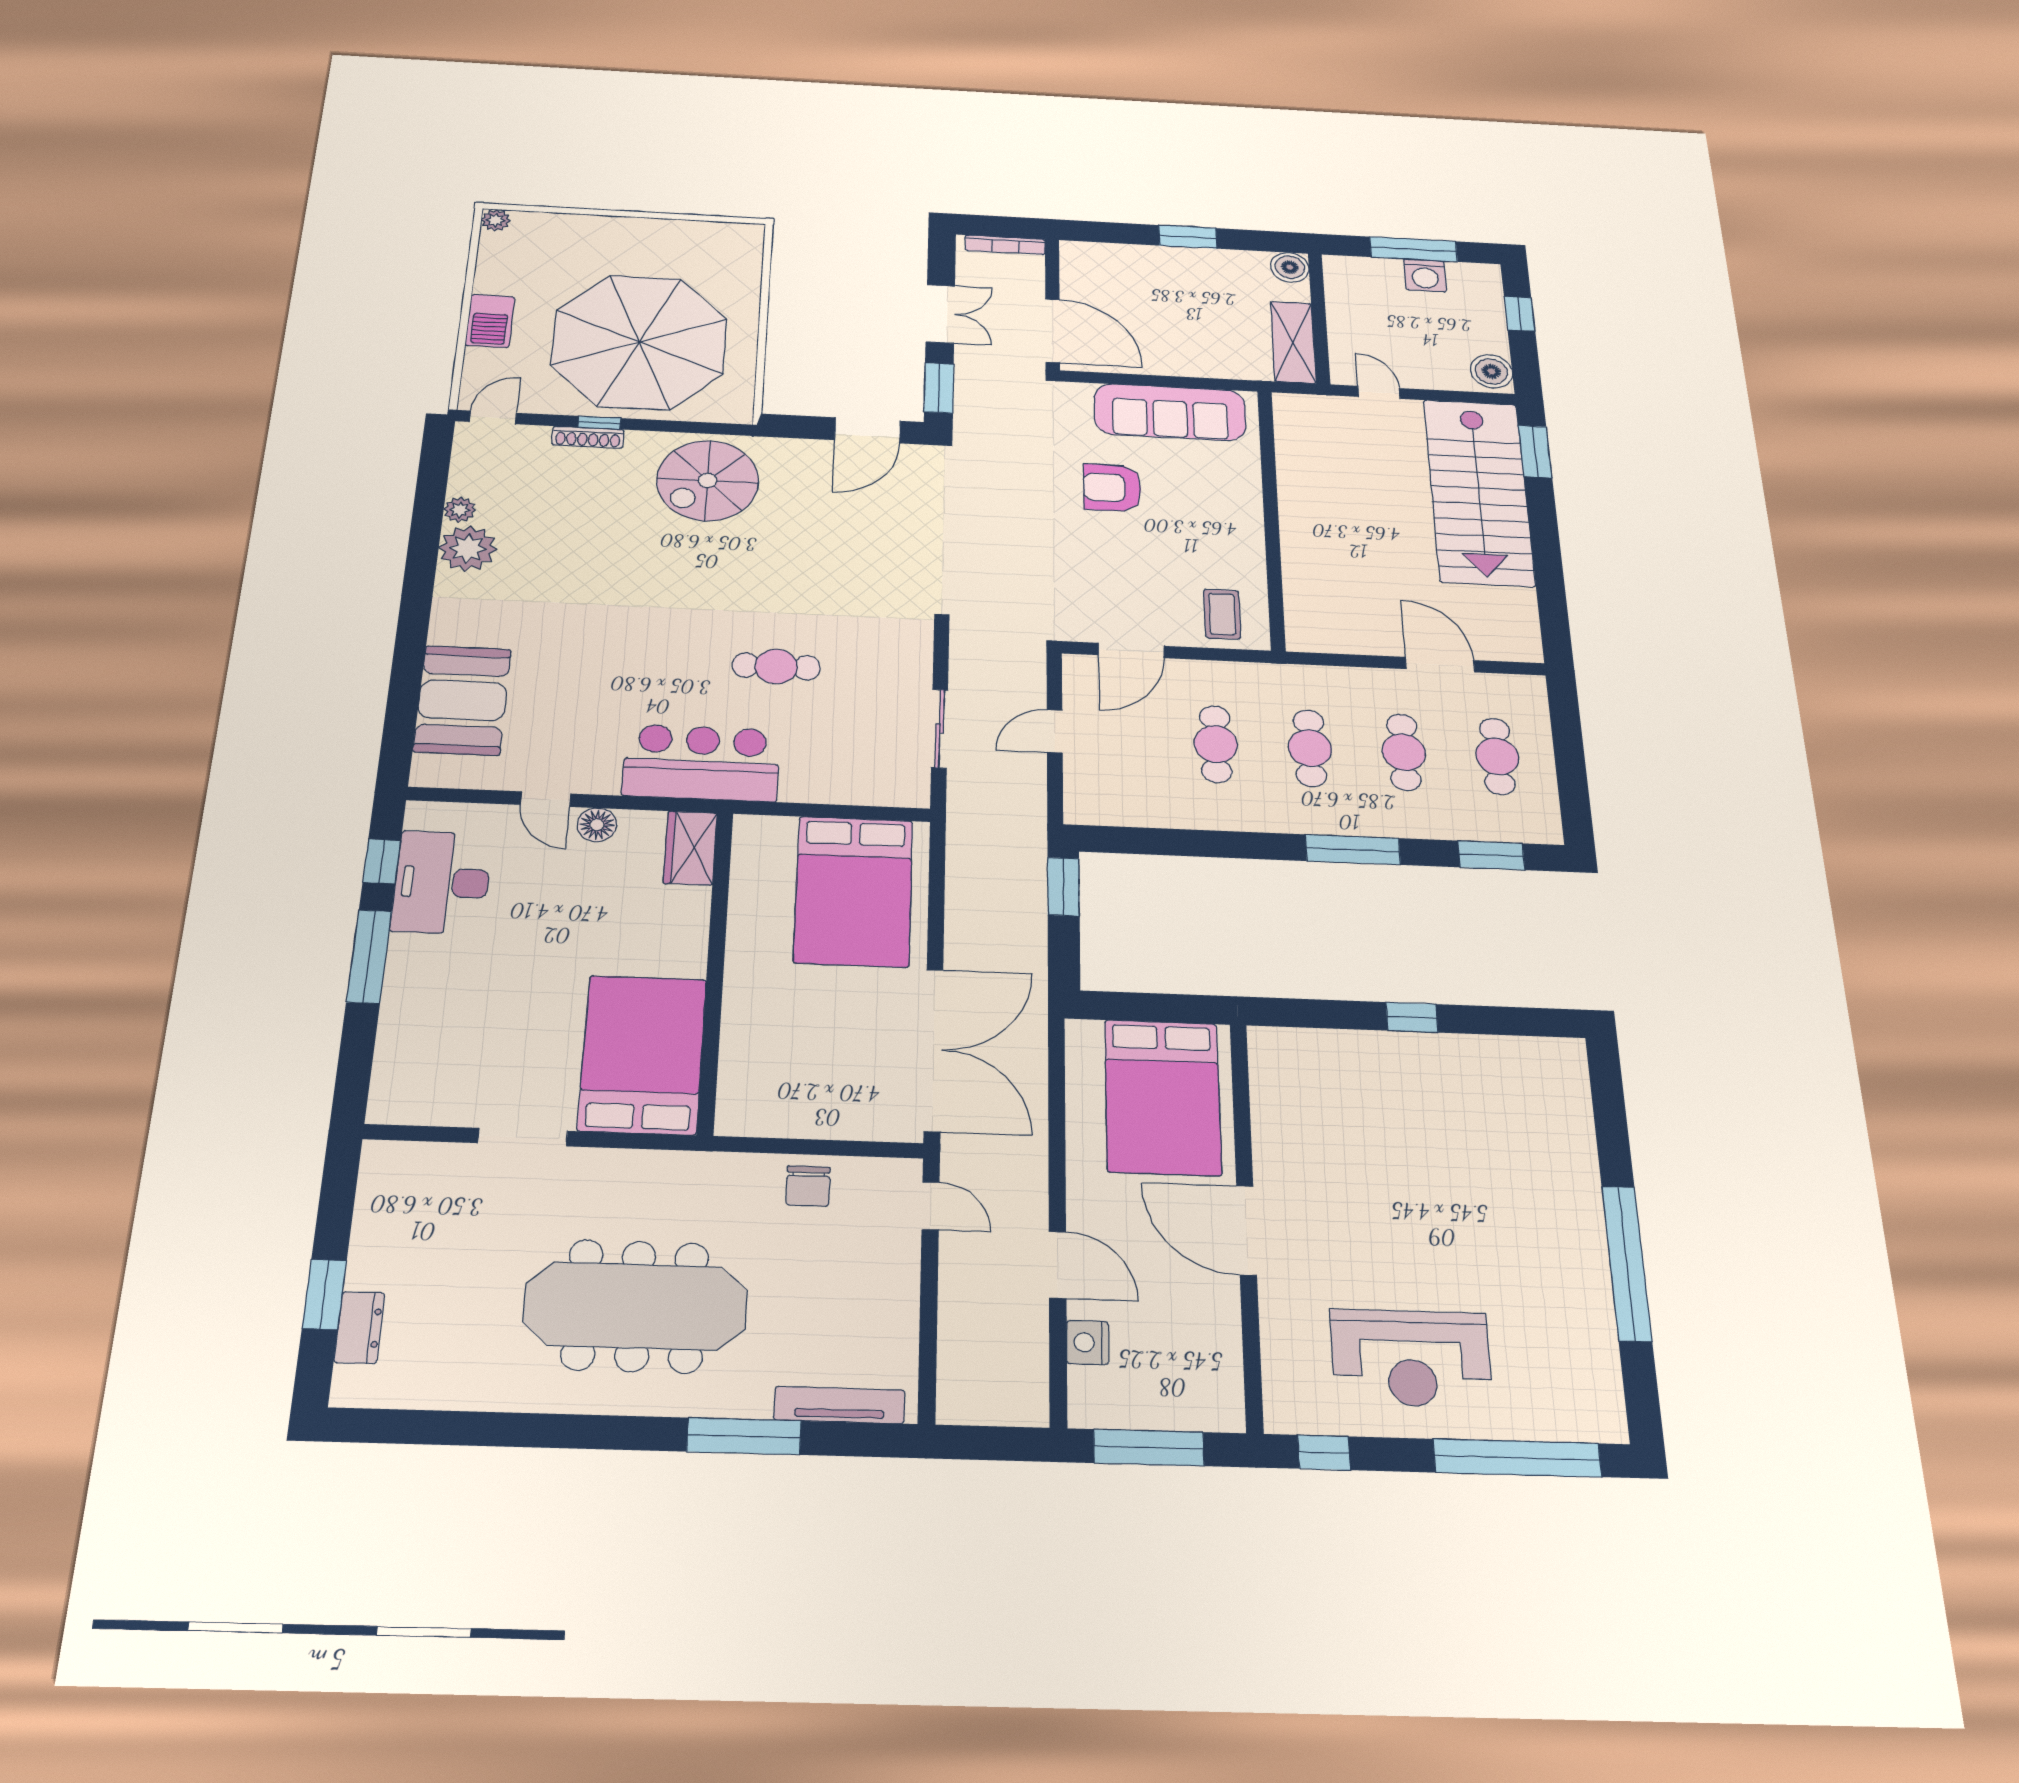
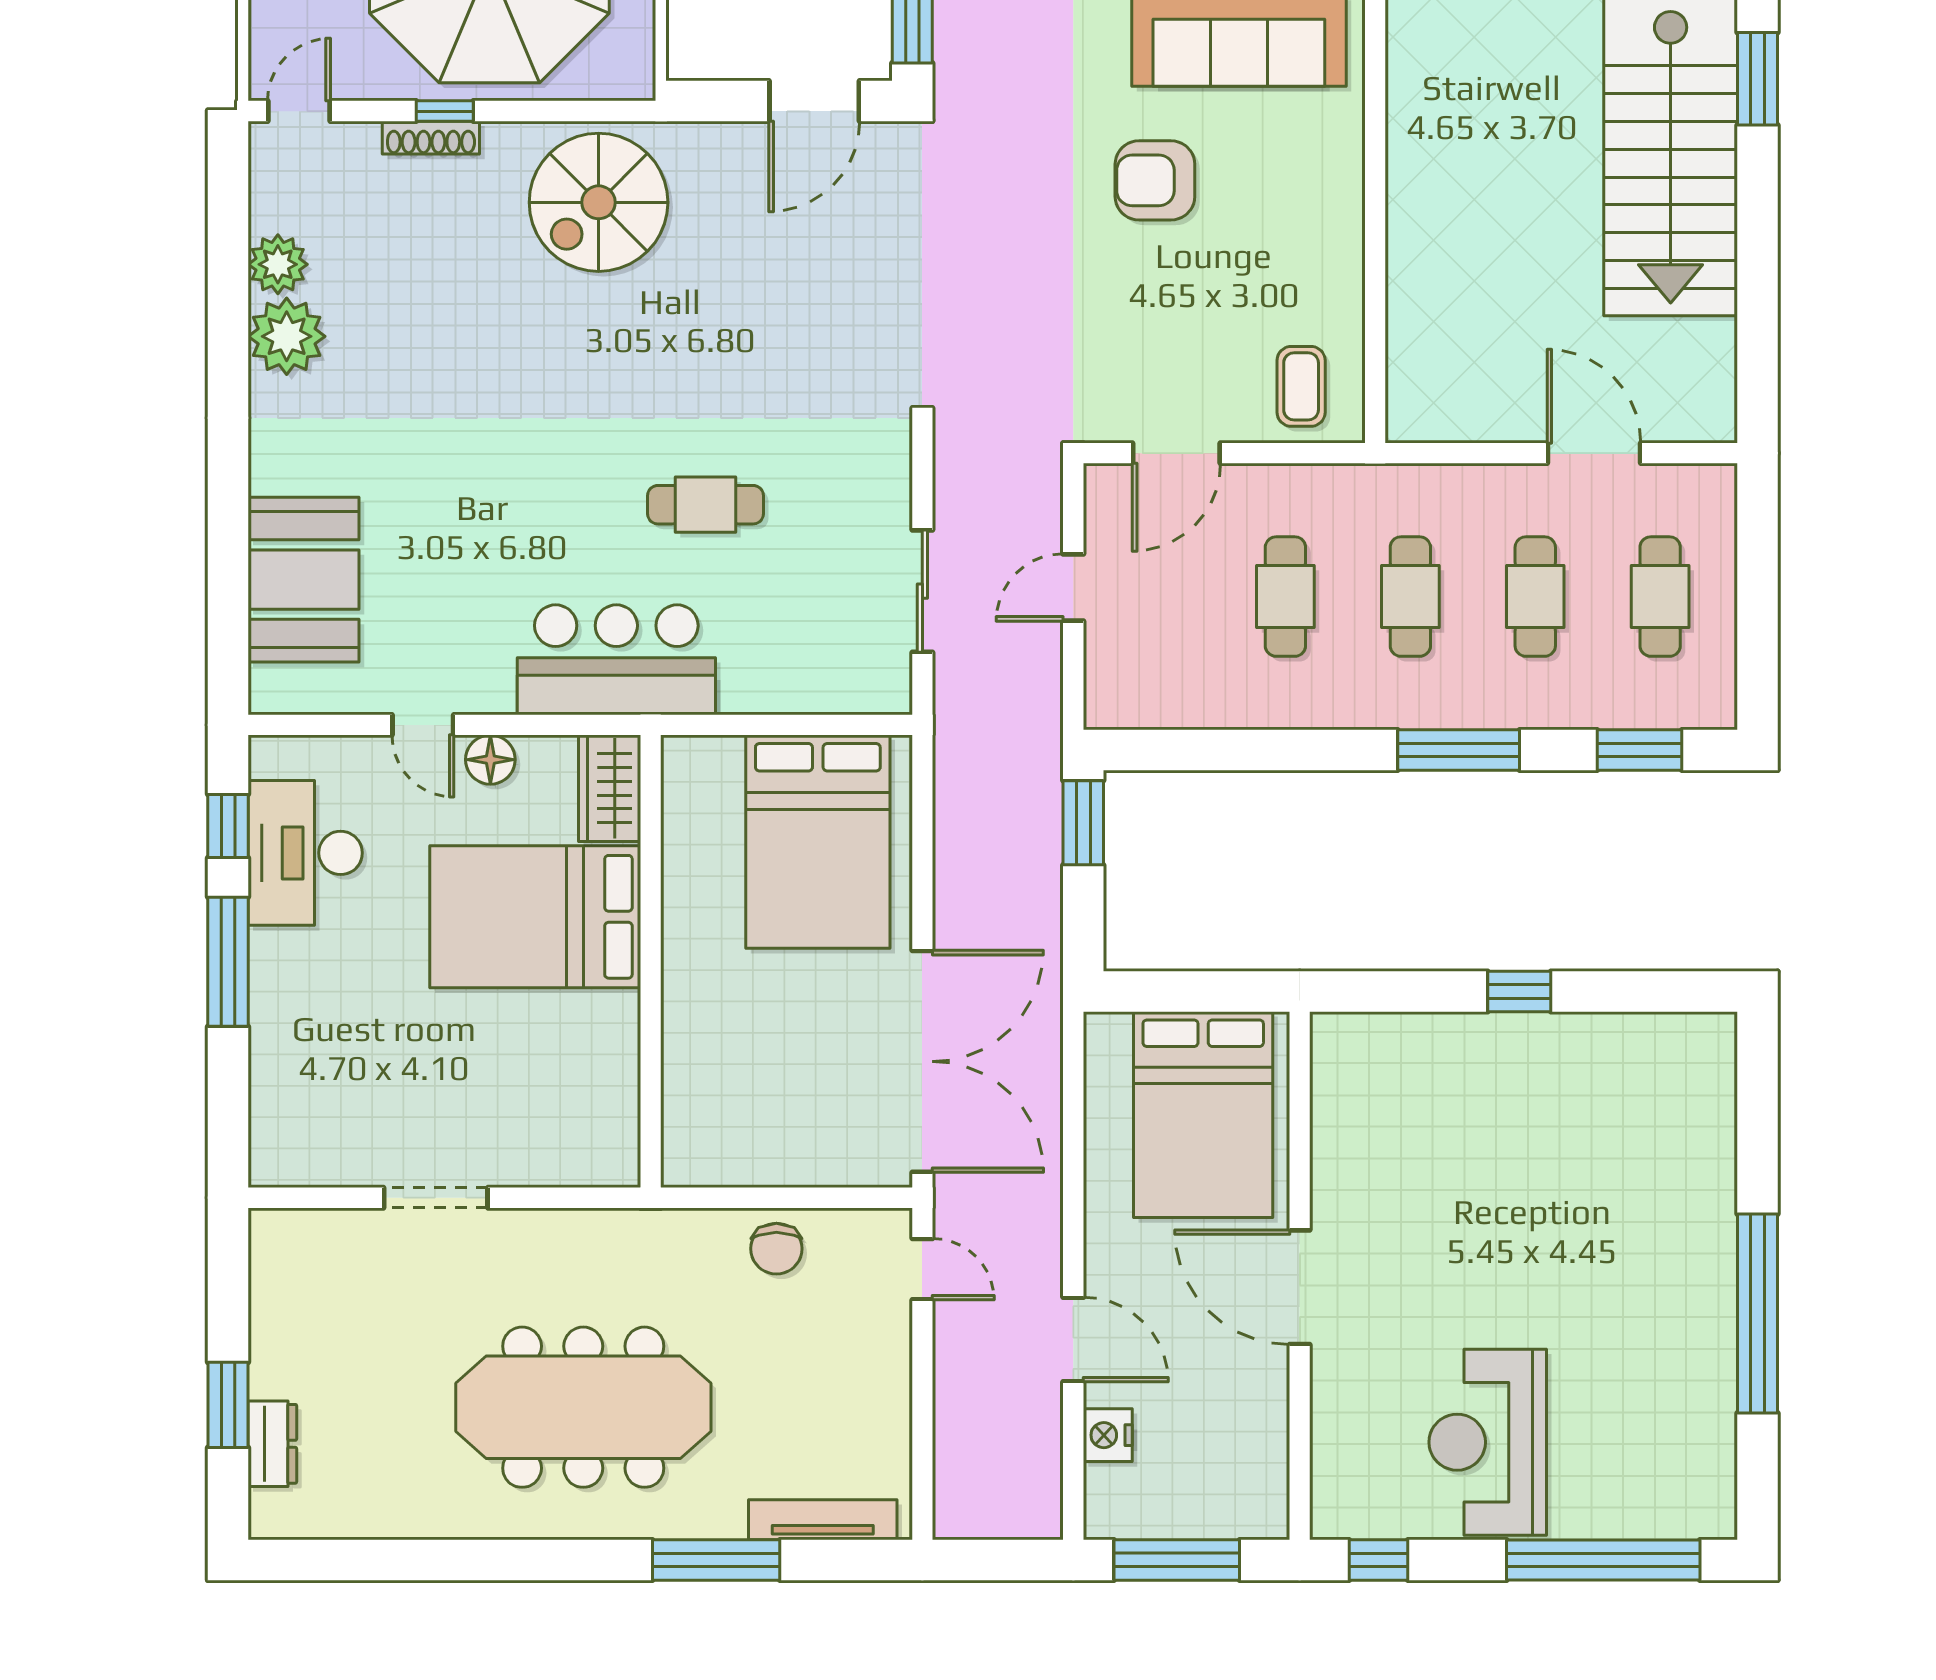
plant: (460, 510) -> (278, 264), width x1.38, depth x1.38
bed: (642, 1054) -> (535, 917), moved, turned -90
reception desk: (1411, 1358) -> (1488, 1442), turned 90

